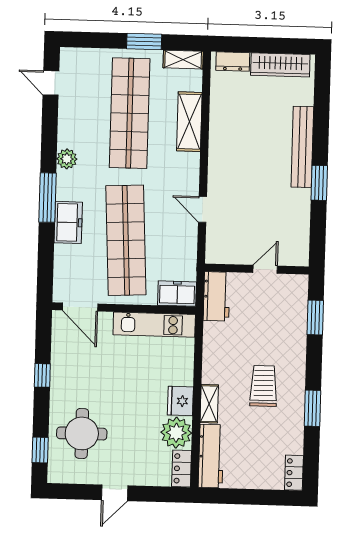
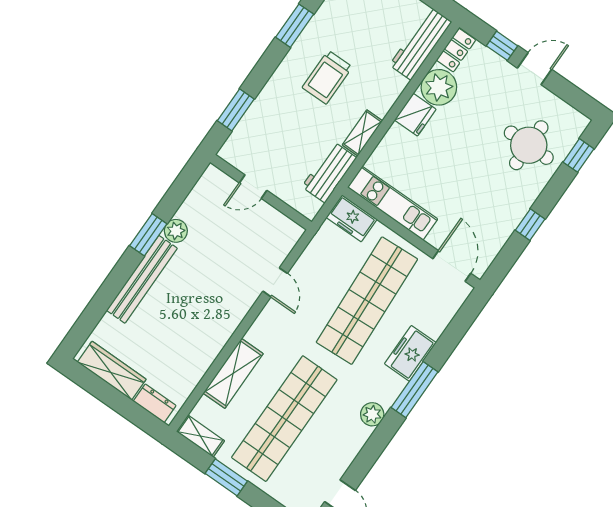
plant: (301, 199) -> (176, 231), added
workbench: (217, 296) -> (329, 172), moved
shelving: (209, 404) -> (362, 133), moved
window: (150, 494) -> (502, 46), added

